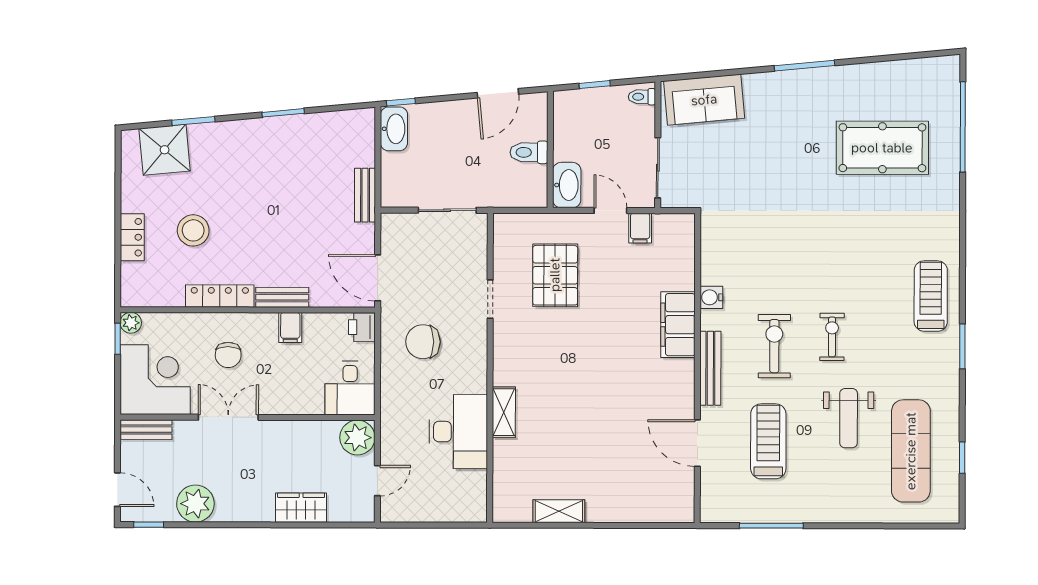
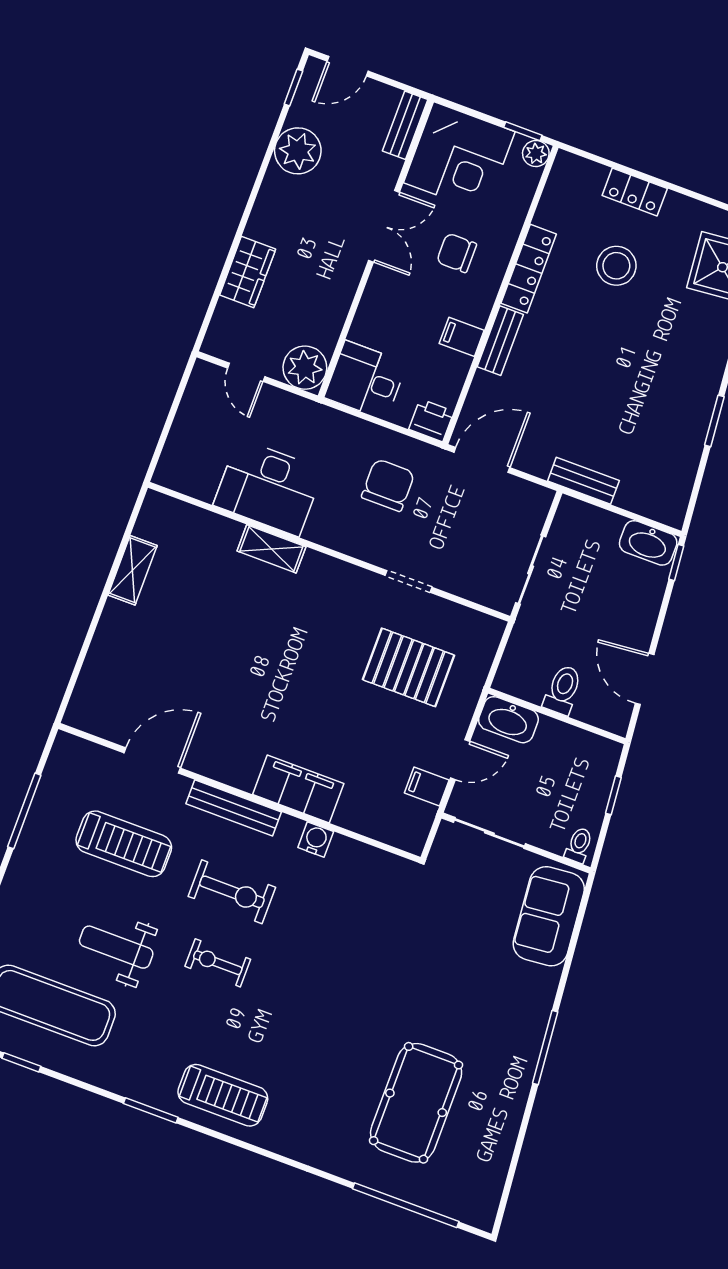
exercise bike: (832, 337) -> (218, 963), turned 180

